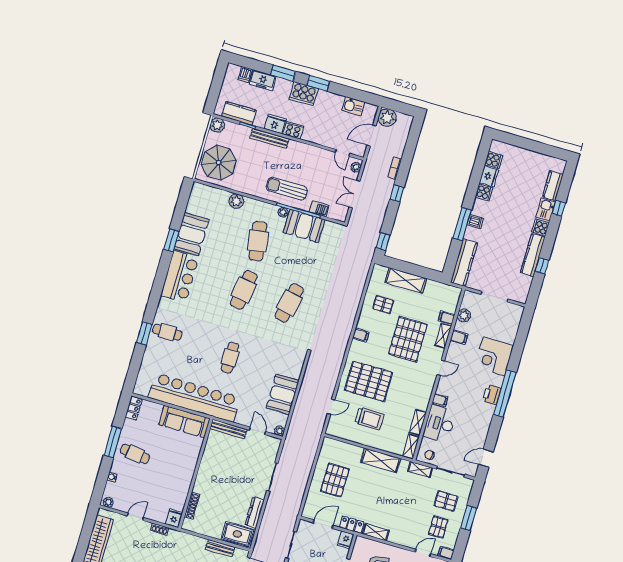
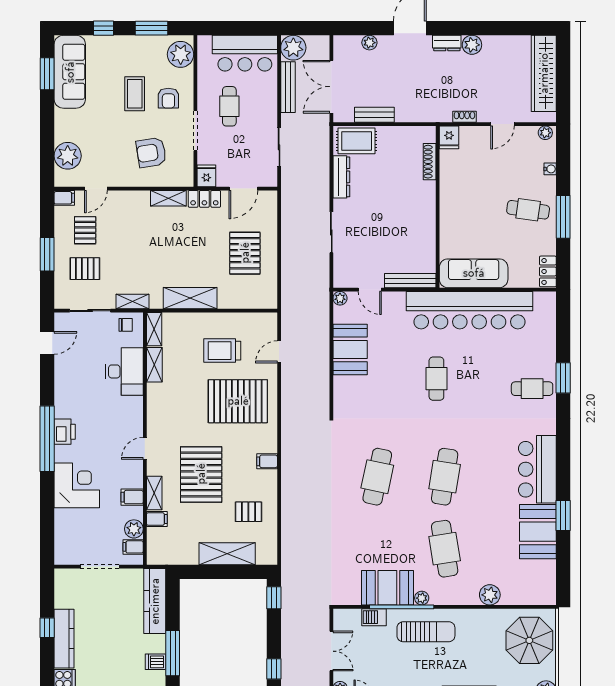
filing cabinet: (440, 400) -> (133, 547), moved

